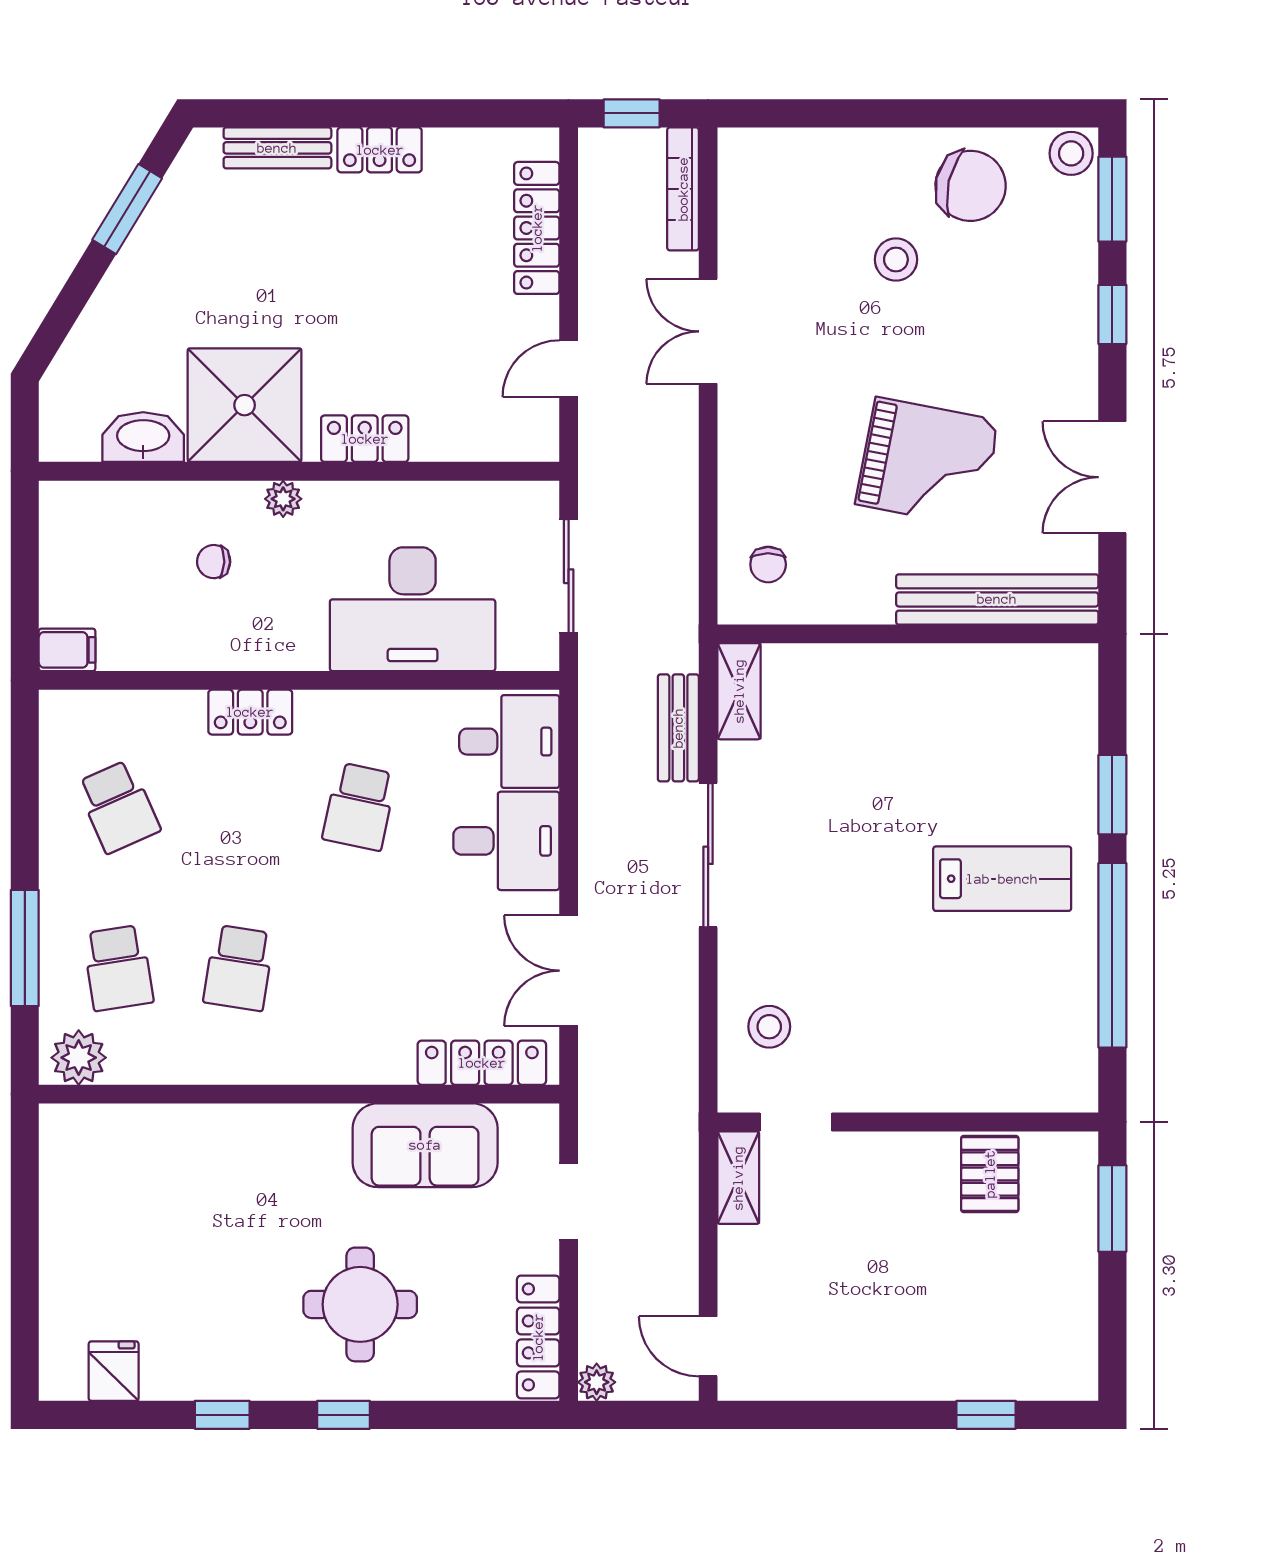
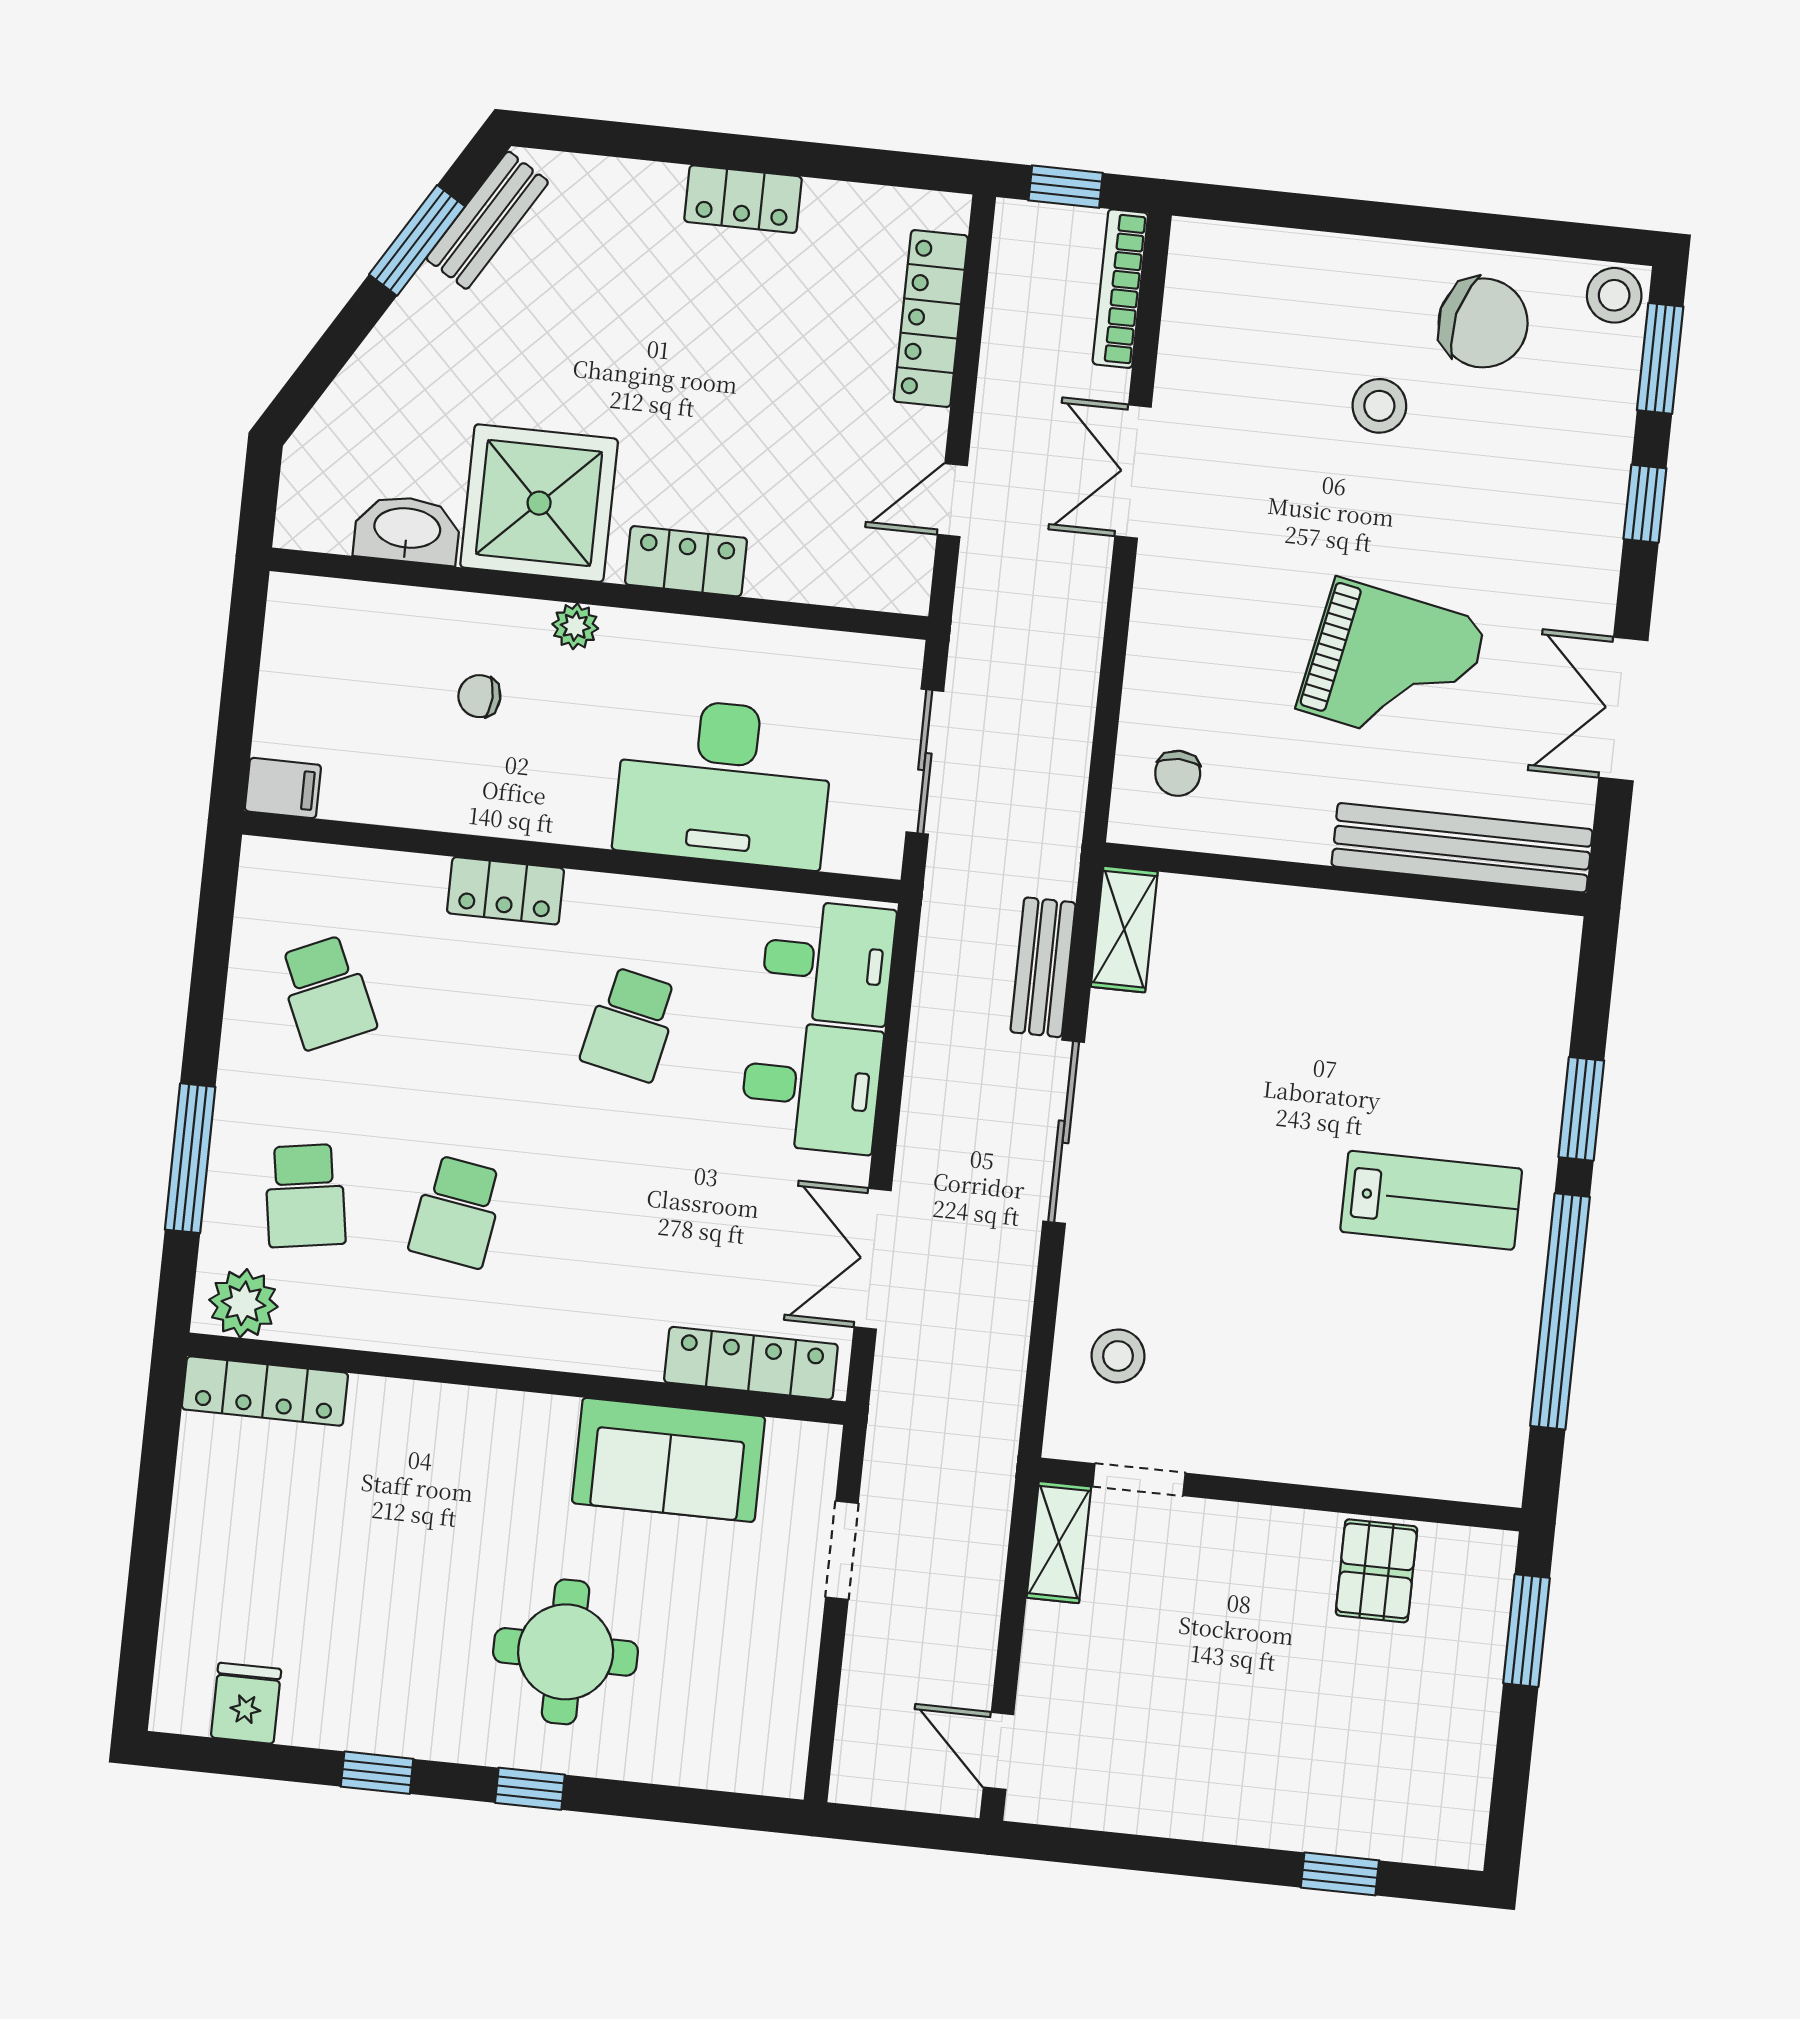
bench: (277, 148) -> (487, 220), moved, turned -59
locker: (538, 1337) -> (265, 1391), moved, turned -90
plant: (597, 1382) -> (853, 1781), removed

